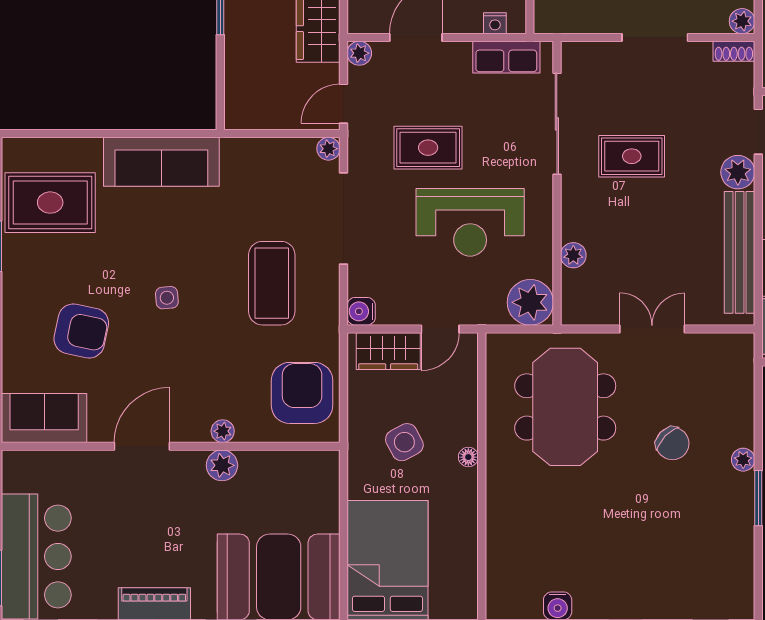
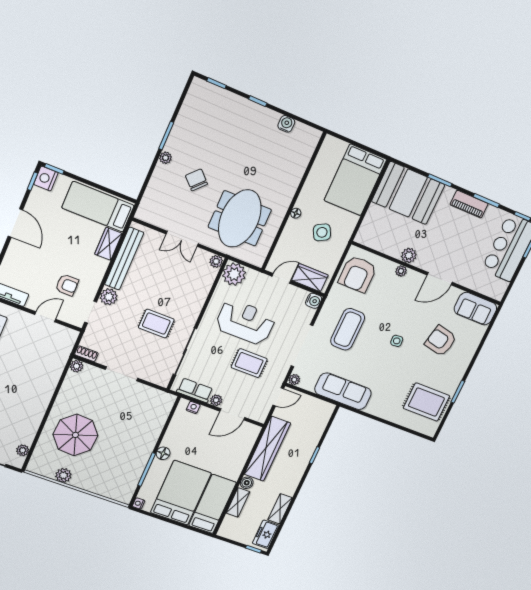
plant: (359, 53) -> (216, 400), moved
sofa: (161, 162) -> (343, 391), moved
plant: (573, 255) -> (216, 261), moved

